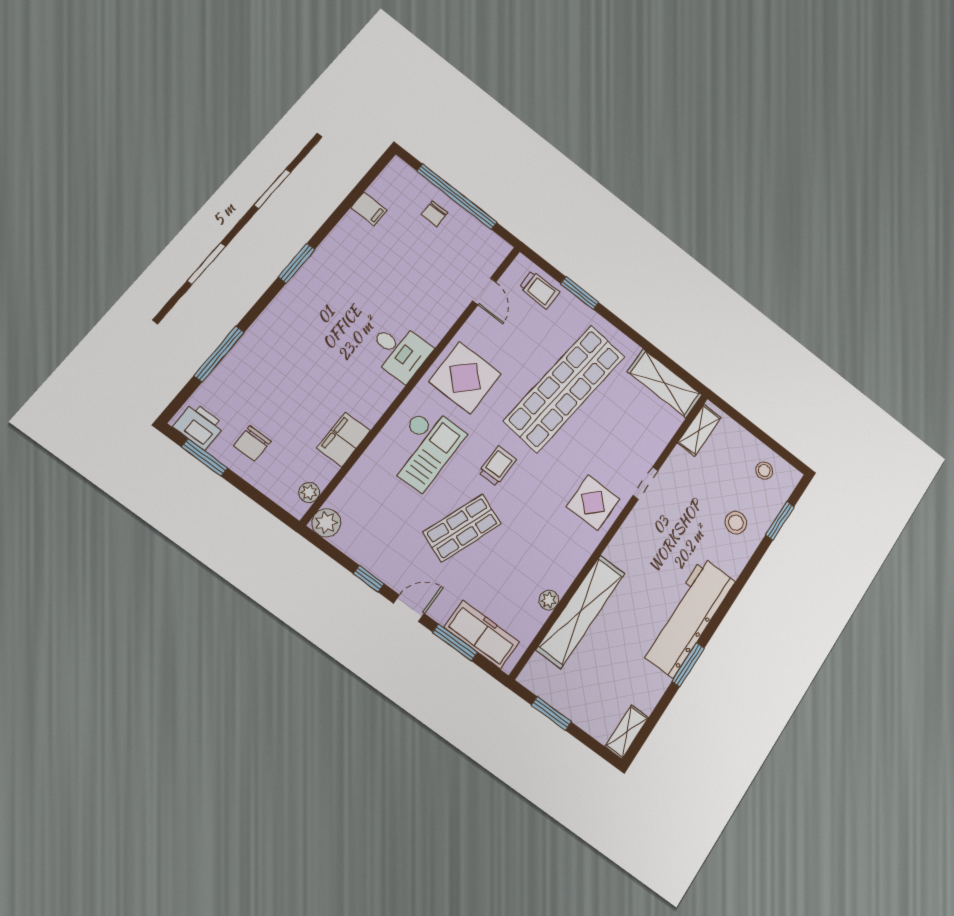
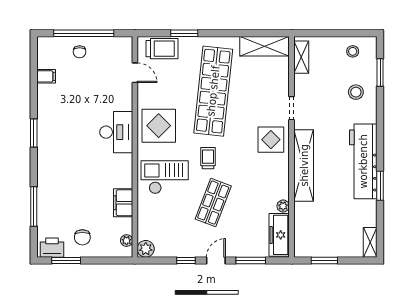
trolley: (539, 290) -> (162, 49), width x1.36, depth x1.39
desk: (399, 351) -> (116, 132), width x1.37
checkout: (424, 448) -> (165, 177), turned -90
shelving: (581, 611) -> (304, 165), moved
freezer: (482, 635) -> (279, 235), moved, turned -90

